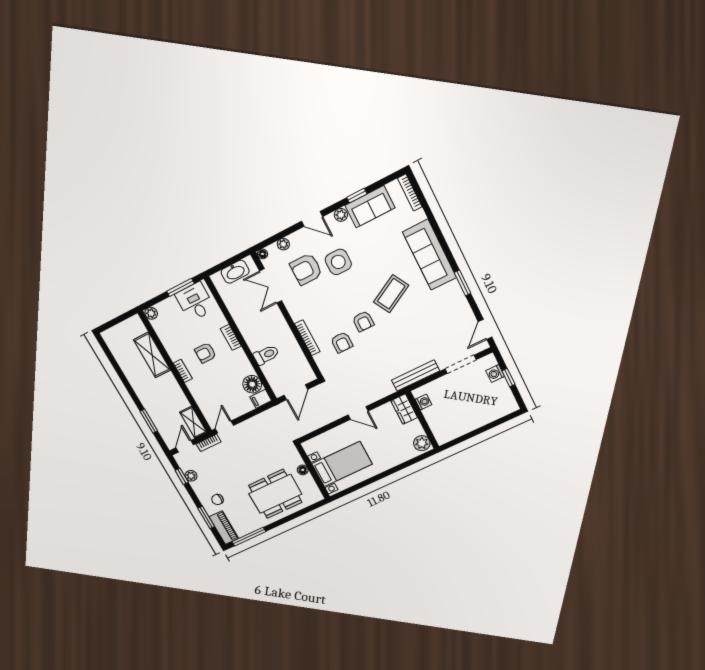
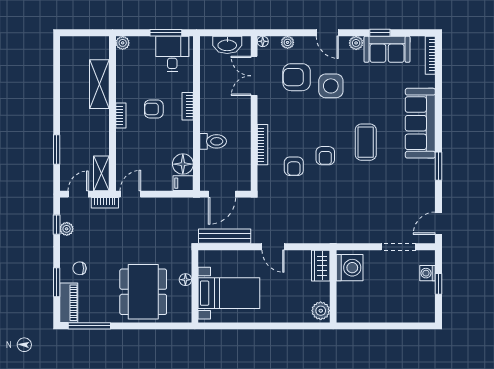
coffee table: (391, 294) -> (366, 142), turned -61
bench: (416, 376) -> (225, 236), moved
washing machine: (423, 402) -> (350, 268), width x1.89, depth x1.89
dining table: (275, 494) -> (143, 292), turned 90

